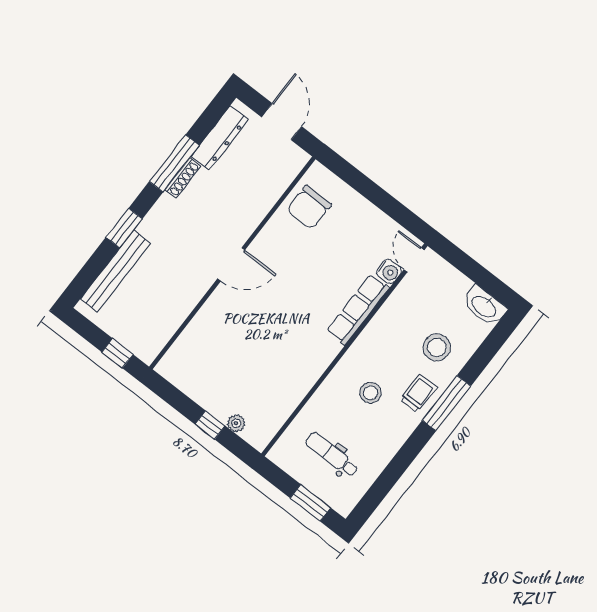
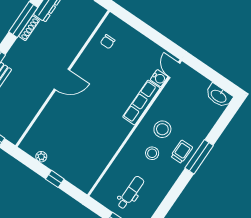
chair: (309, 207) -> (108, 42), width x0.54, depth x0.54
stool: (437, 347) -> (162, 129), moved
plant: (236, 423) -> (41, 157), moved
dental chair: (332, 455) -> (131, 193), turned 90

